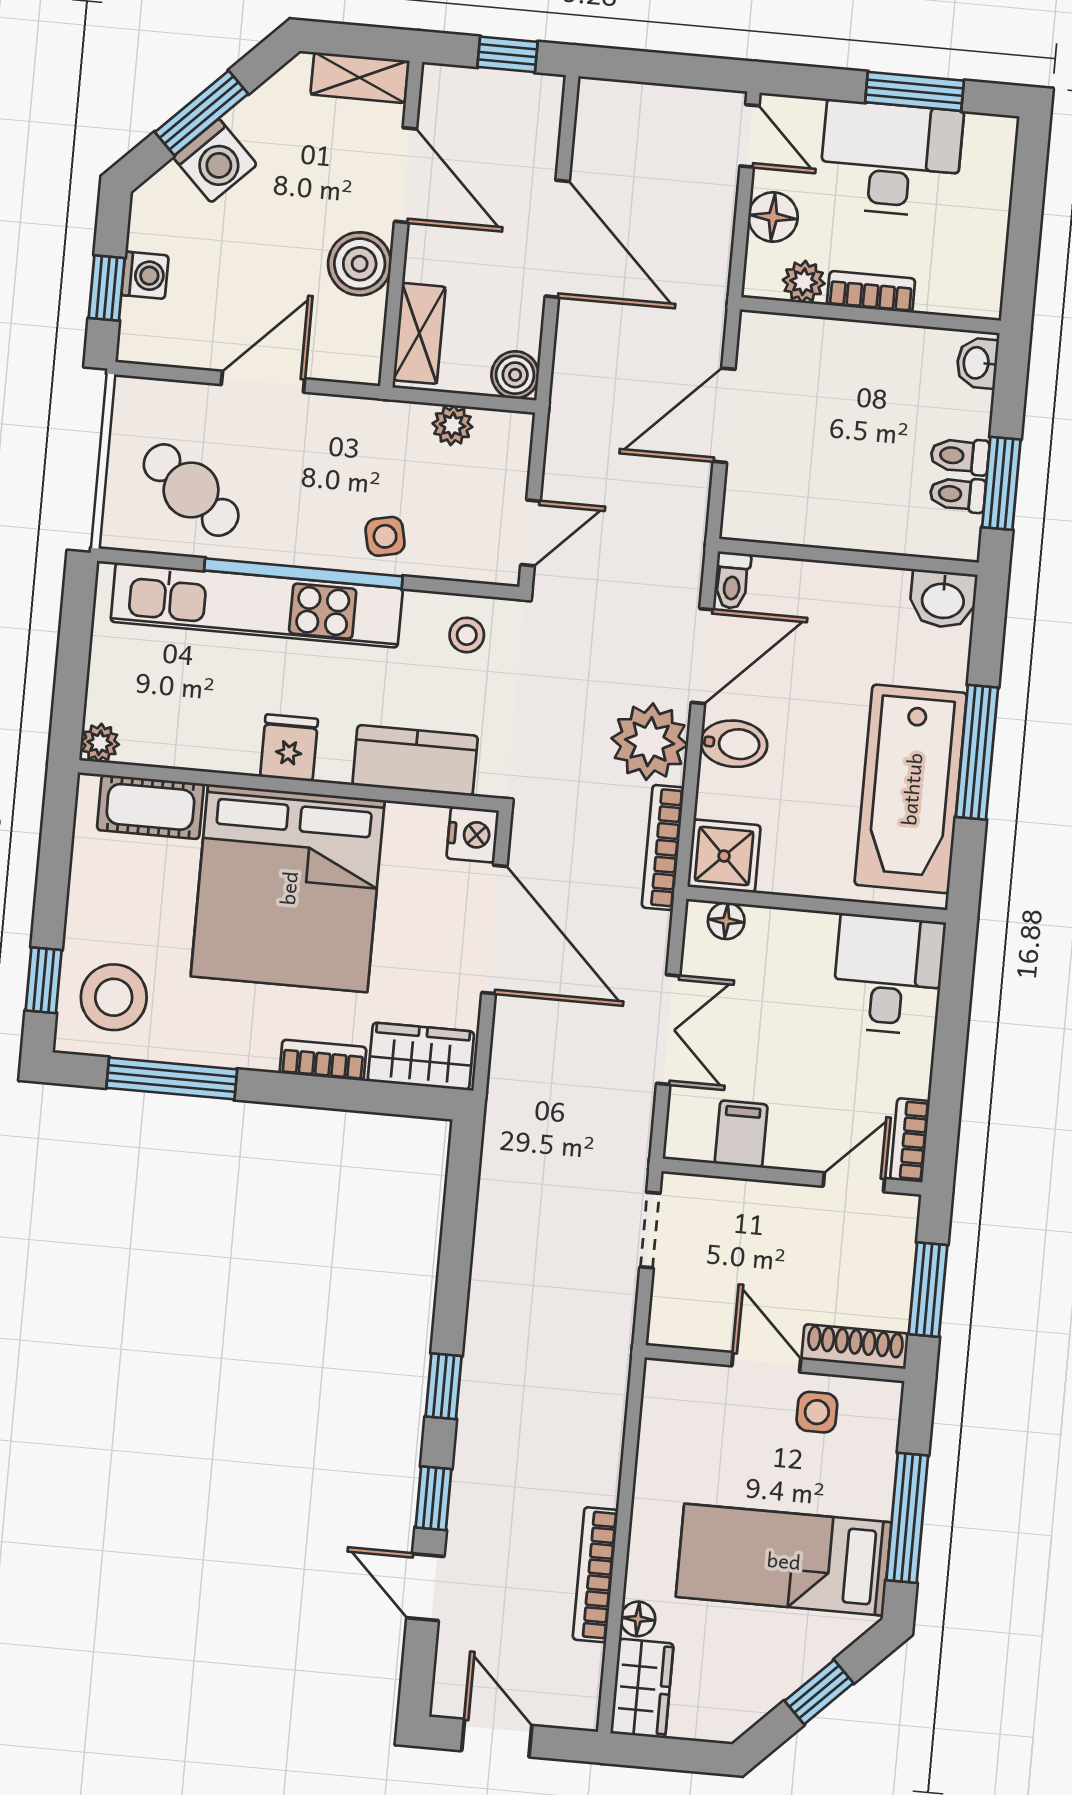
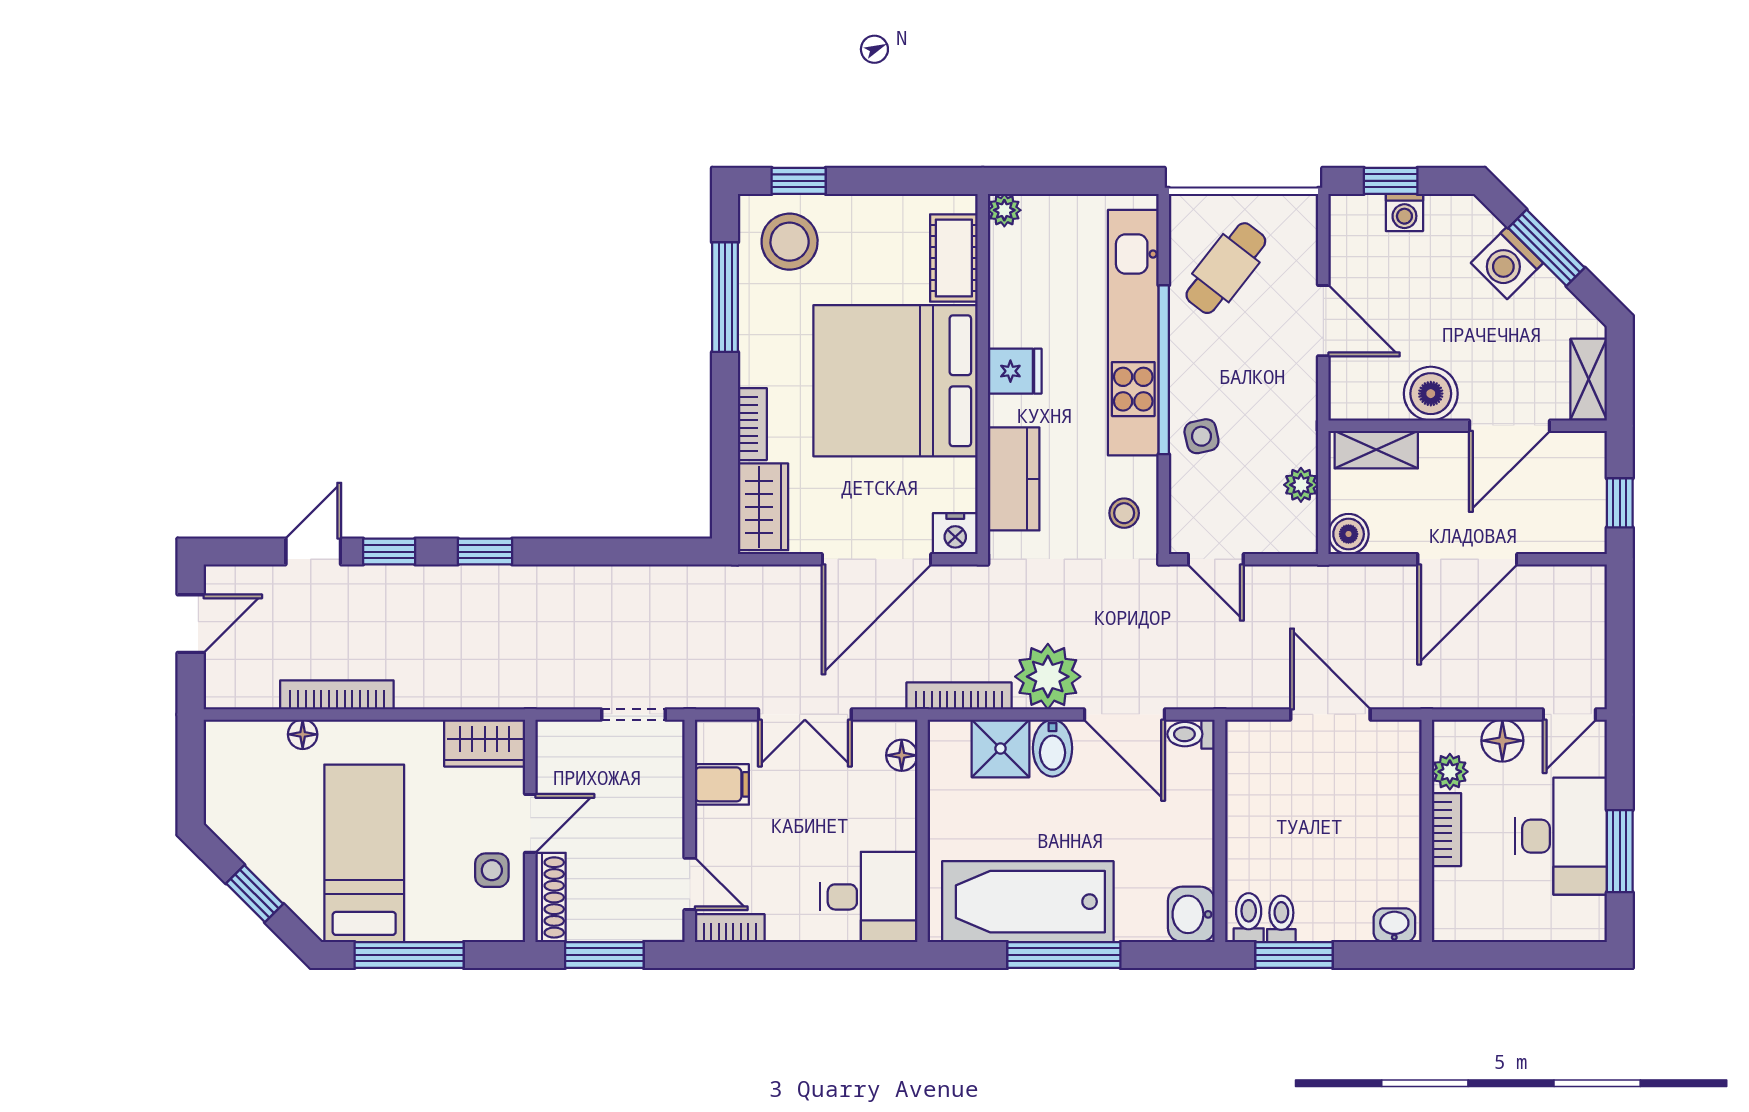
toilet: (960, 456) -> (1249, 918), moved
shower: (724, 856) -> (1001, 748), moved
wardrobe: (642, 1688) -> (485, 743), moved

